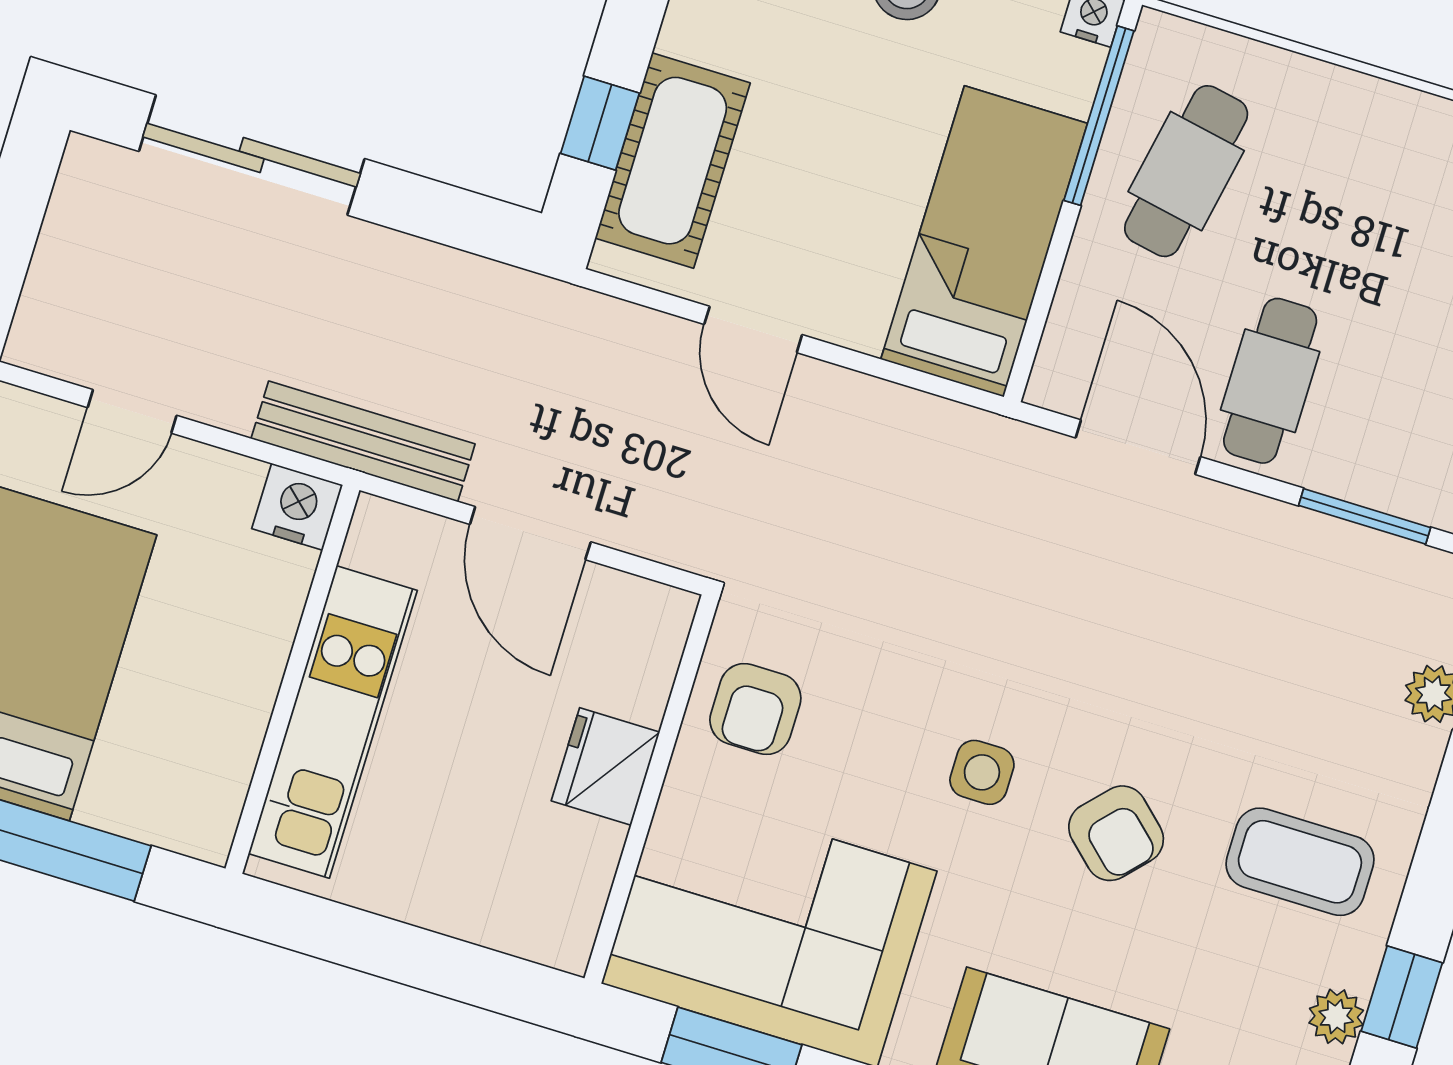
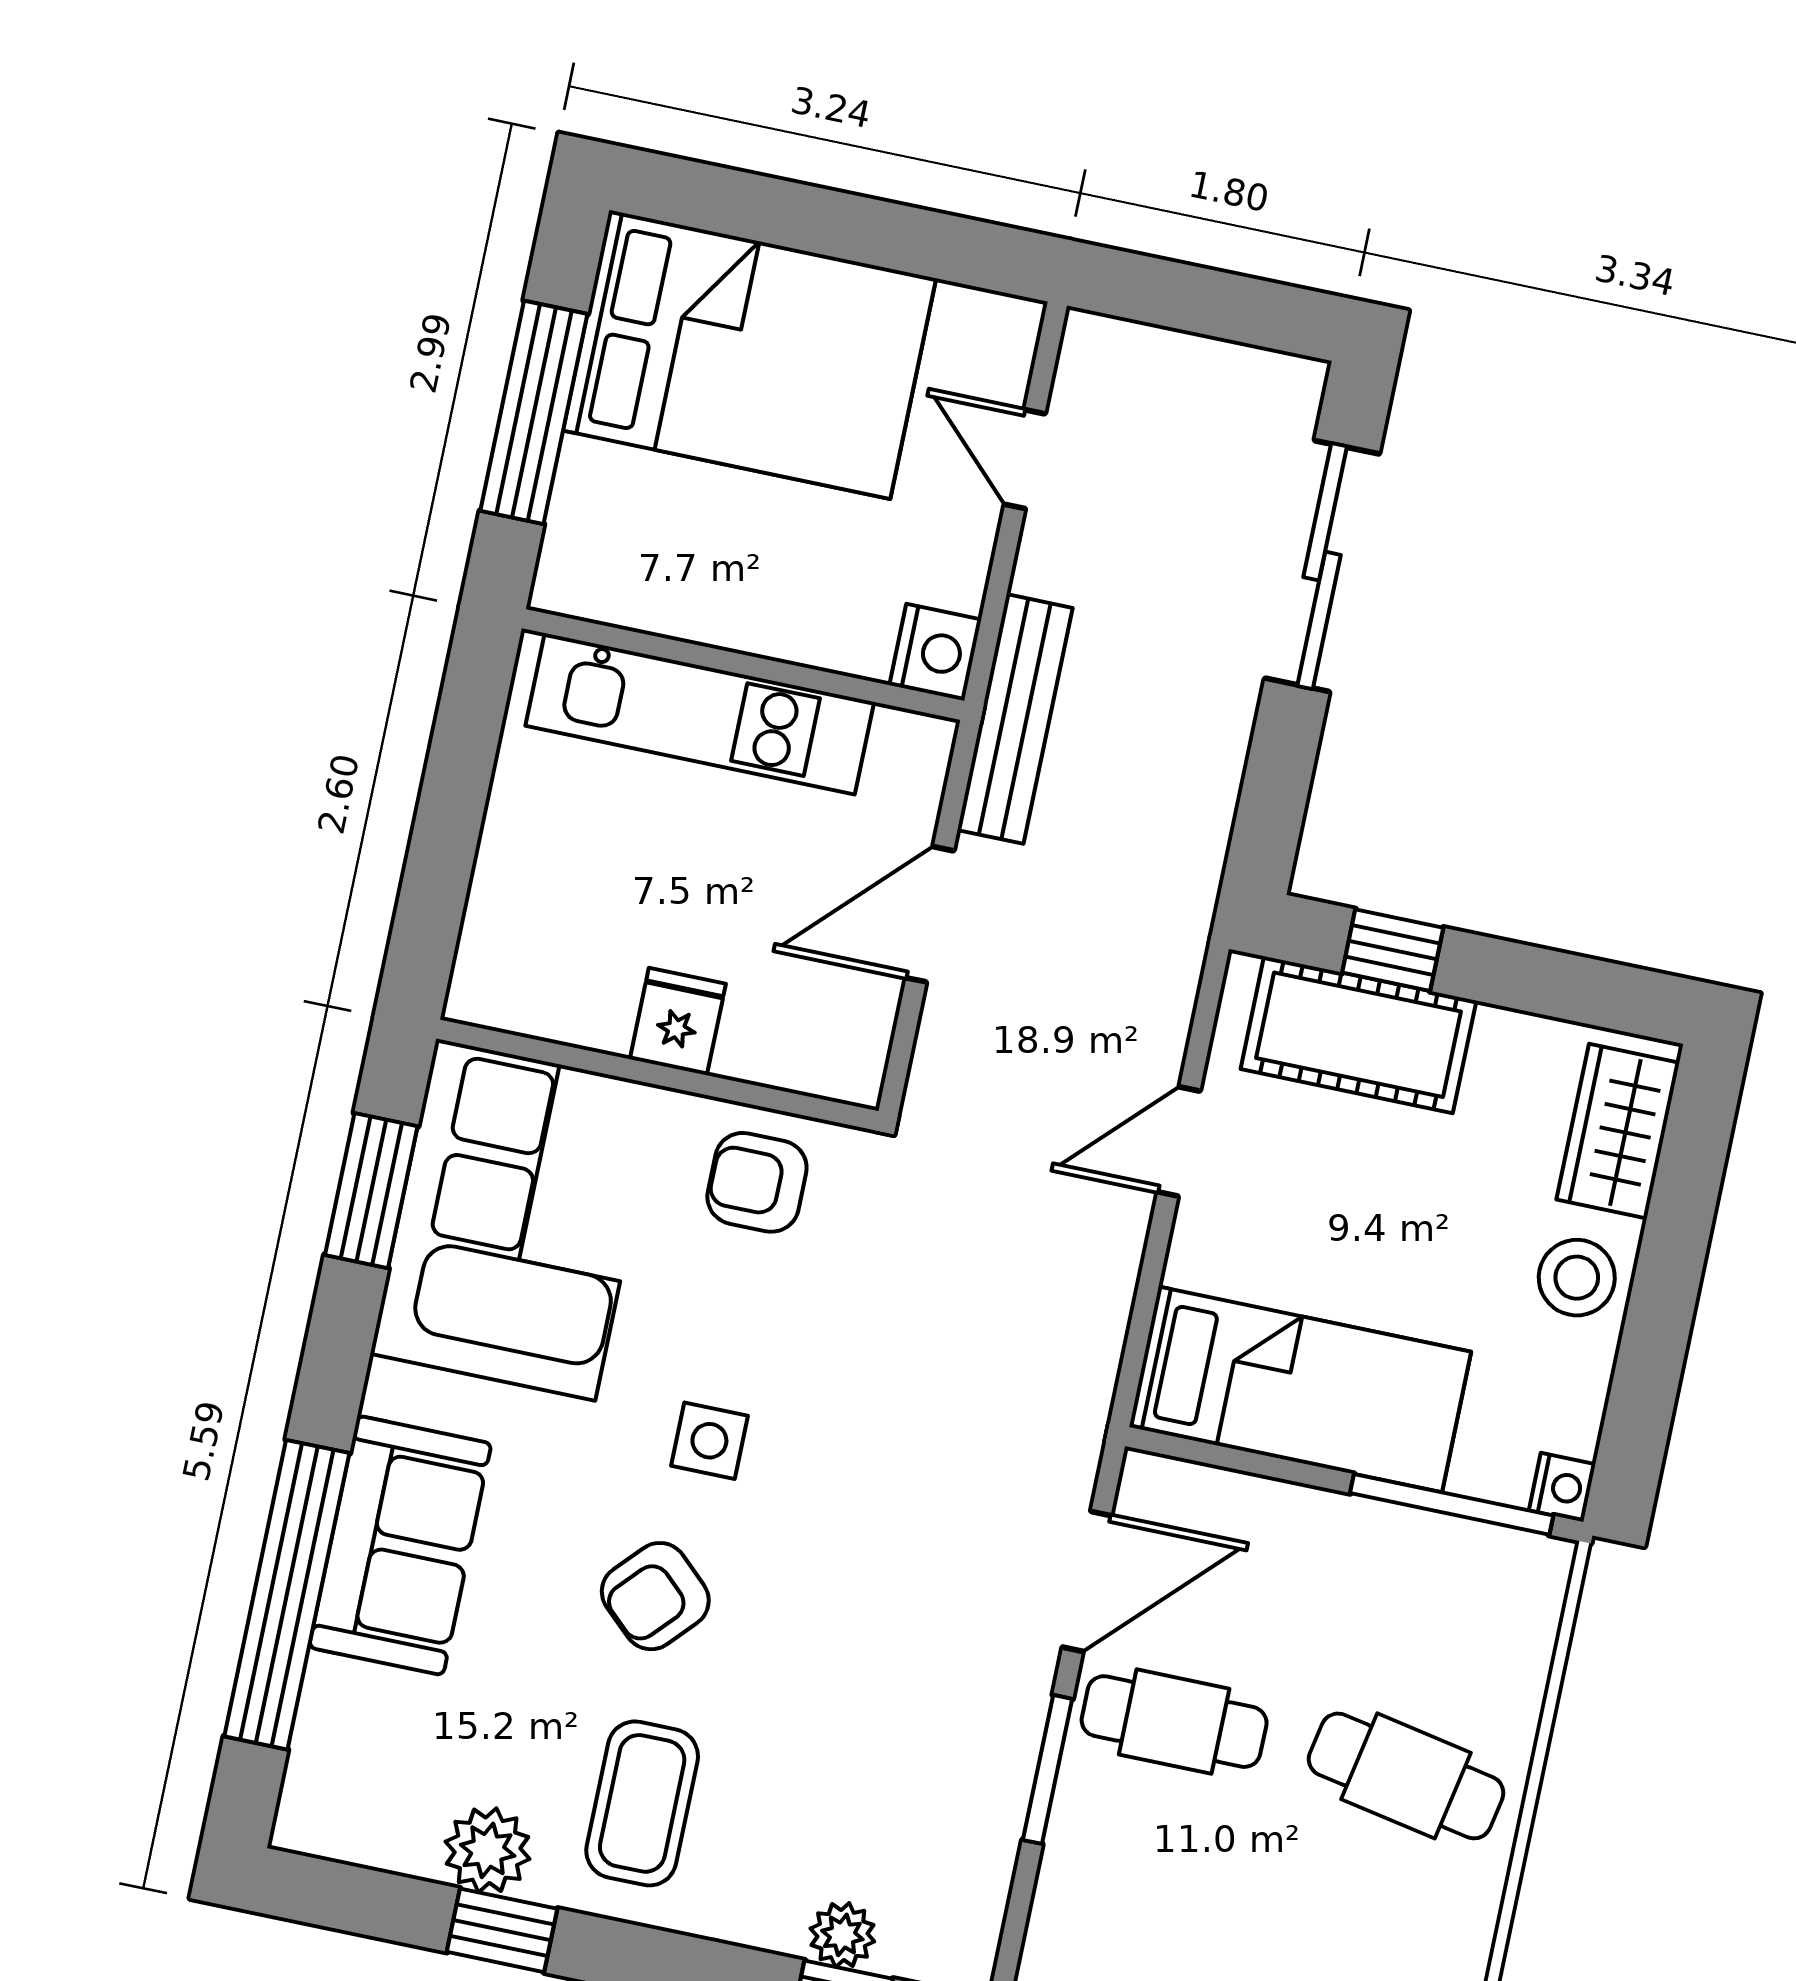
cafe table: (1186, 171) -> (1406, 1776), moved
window: (1365, 516) -> (1048, 1769), moved
fridge: (605, 766) -> (678, 1021), width x0.72
plant: (1336, 1017) -> (488, 1850), width x1.38, depth x1.38

